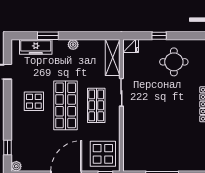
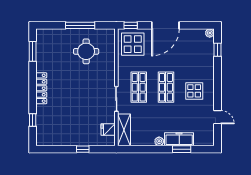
fridge: (131, 46) -> (108, 130), moved
freezer: (36, 47) -> (179, 139), moved
round table: (174, 62) -> (86, 51), moved
shop shelf: (66, 105) -> (166, 87), width x0.70, depth x0.74

